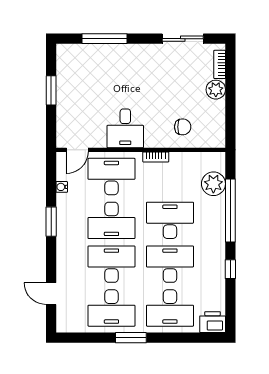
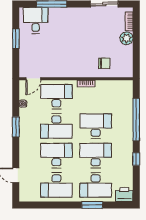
desk: (125, 128) -> (36, 20), moved, turned 180
plant: (213, 184) -> (125, 102), removed
window: (131, 338) -> (92, 205), moved

